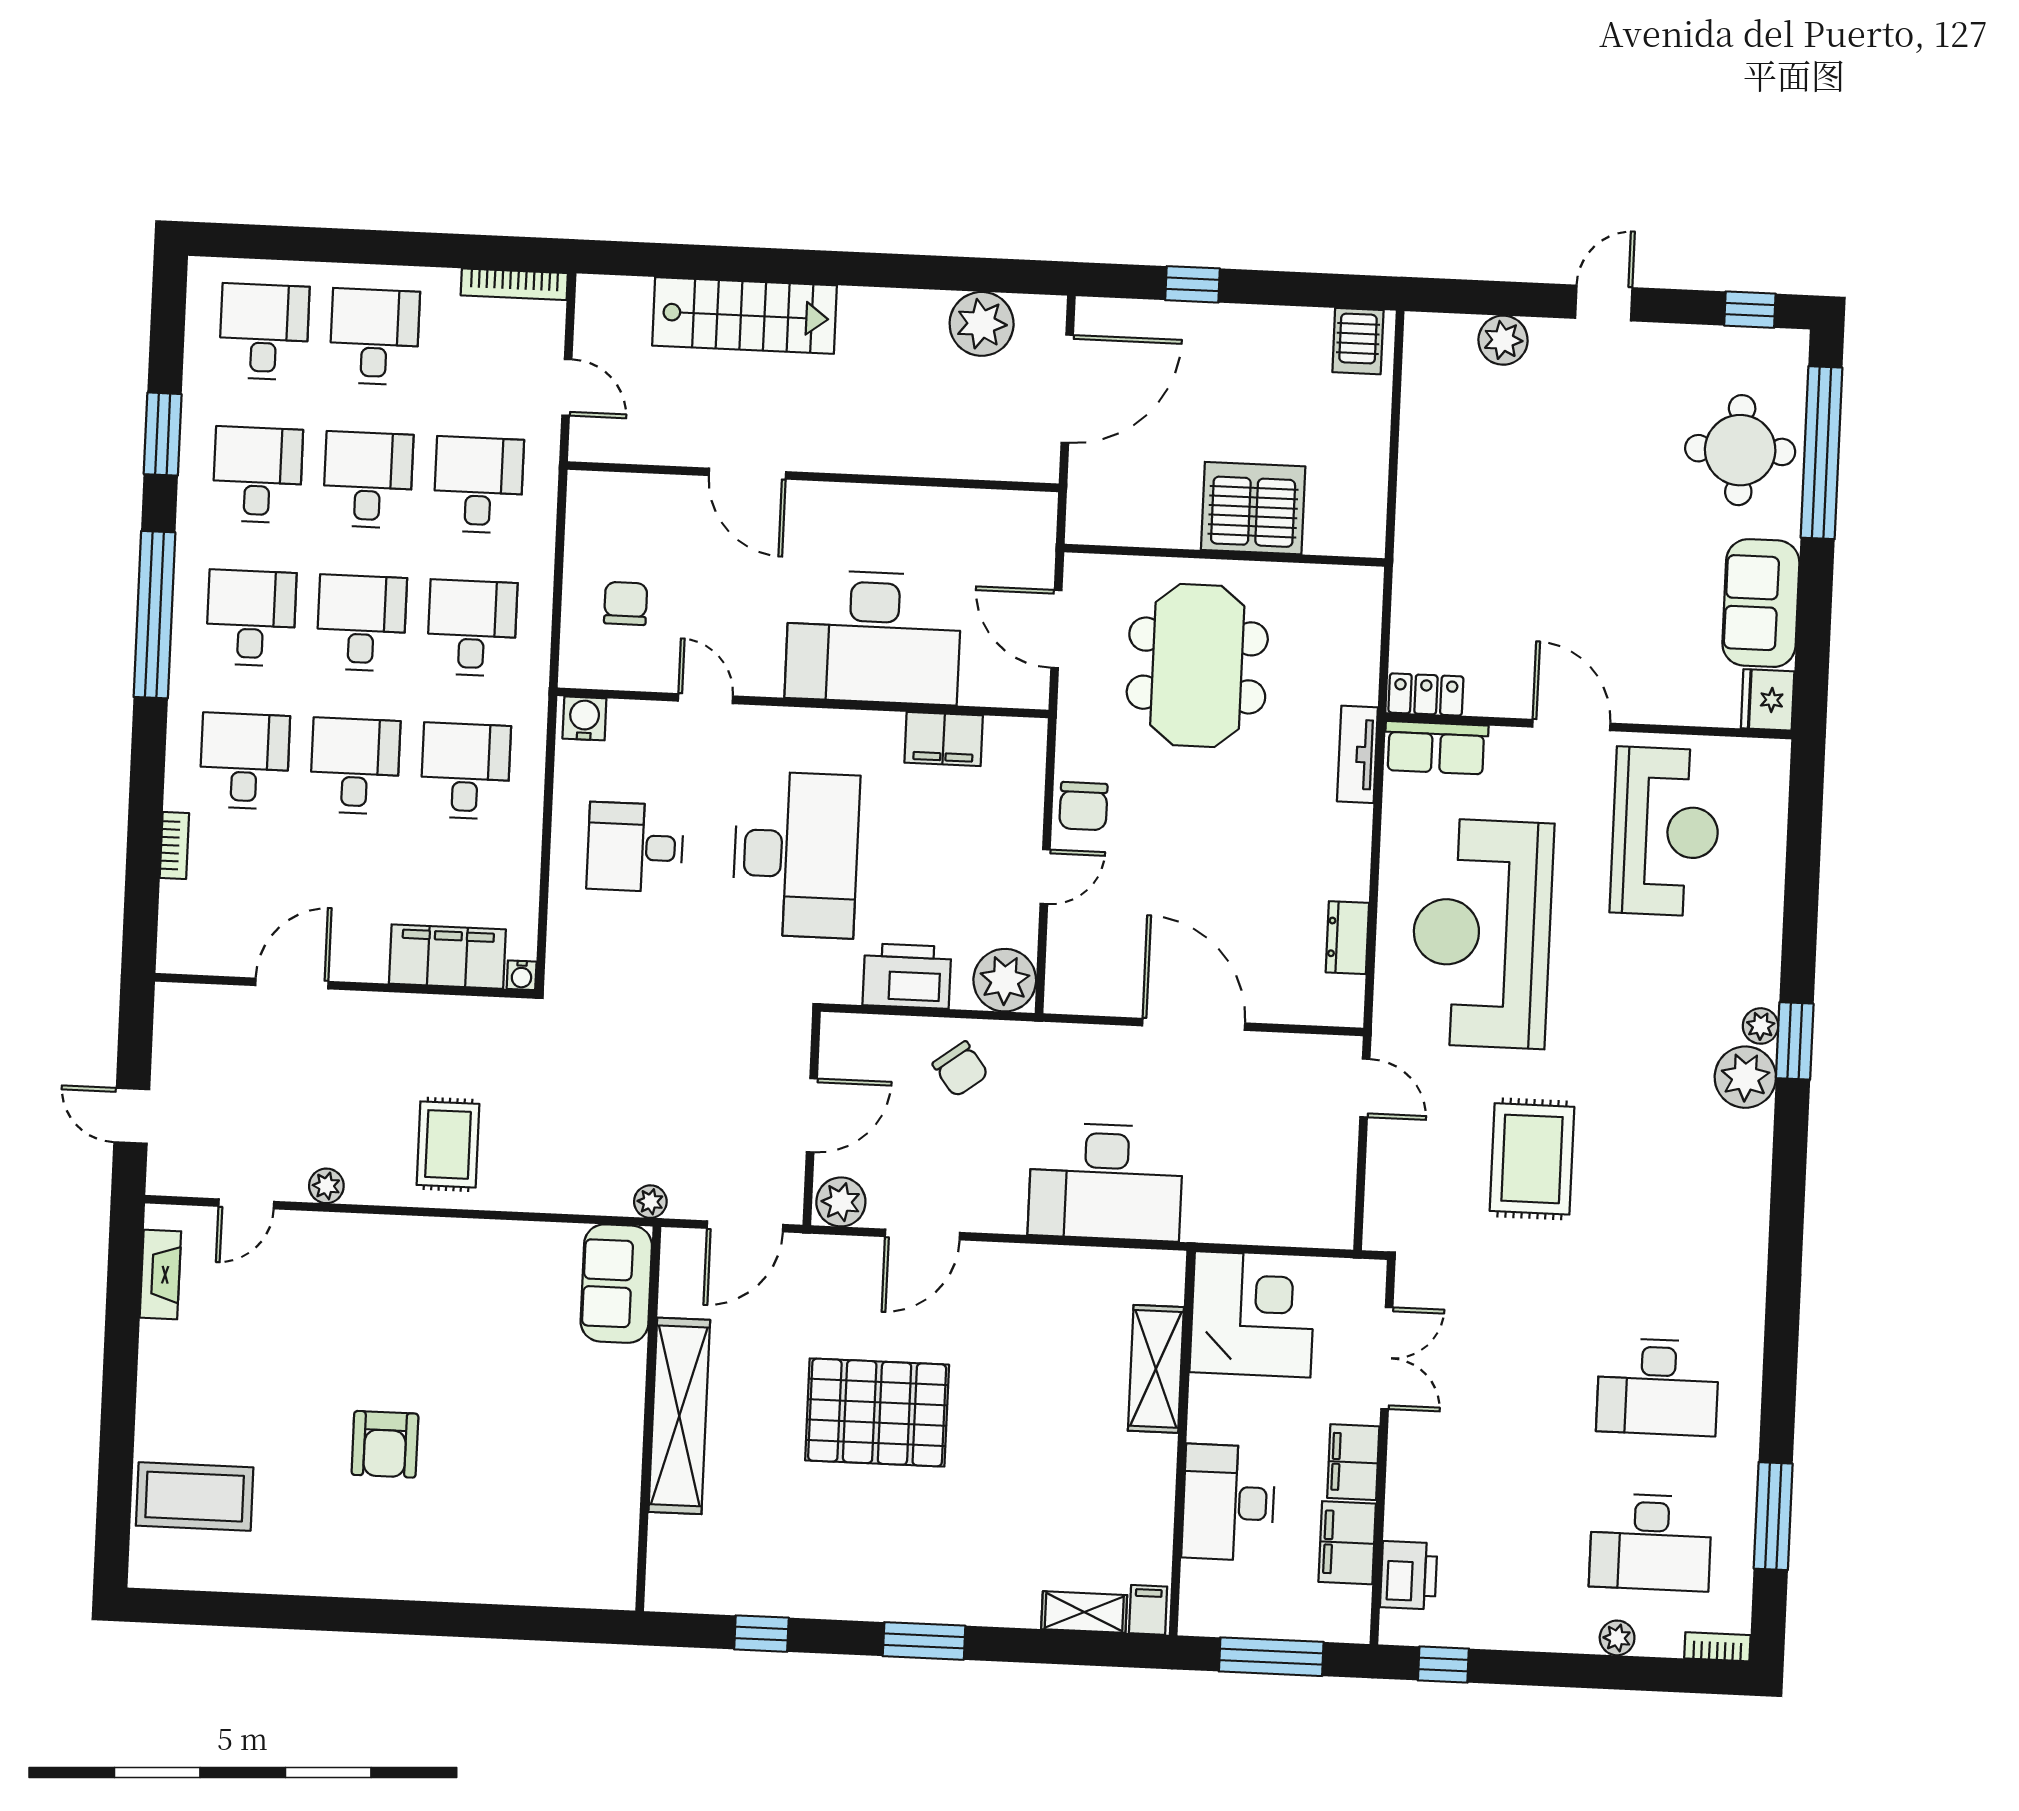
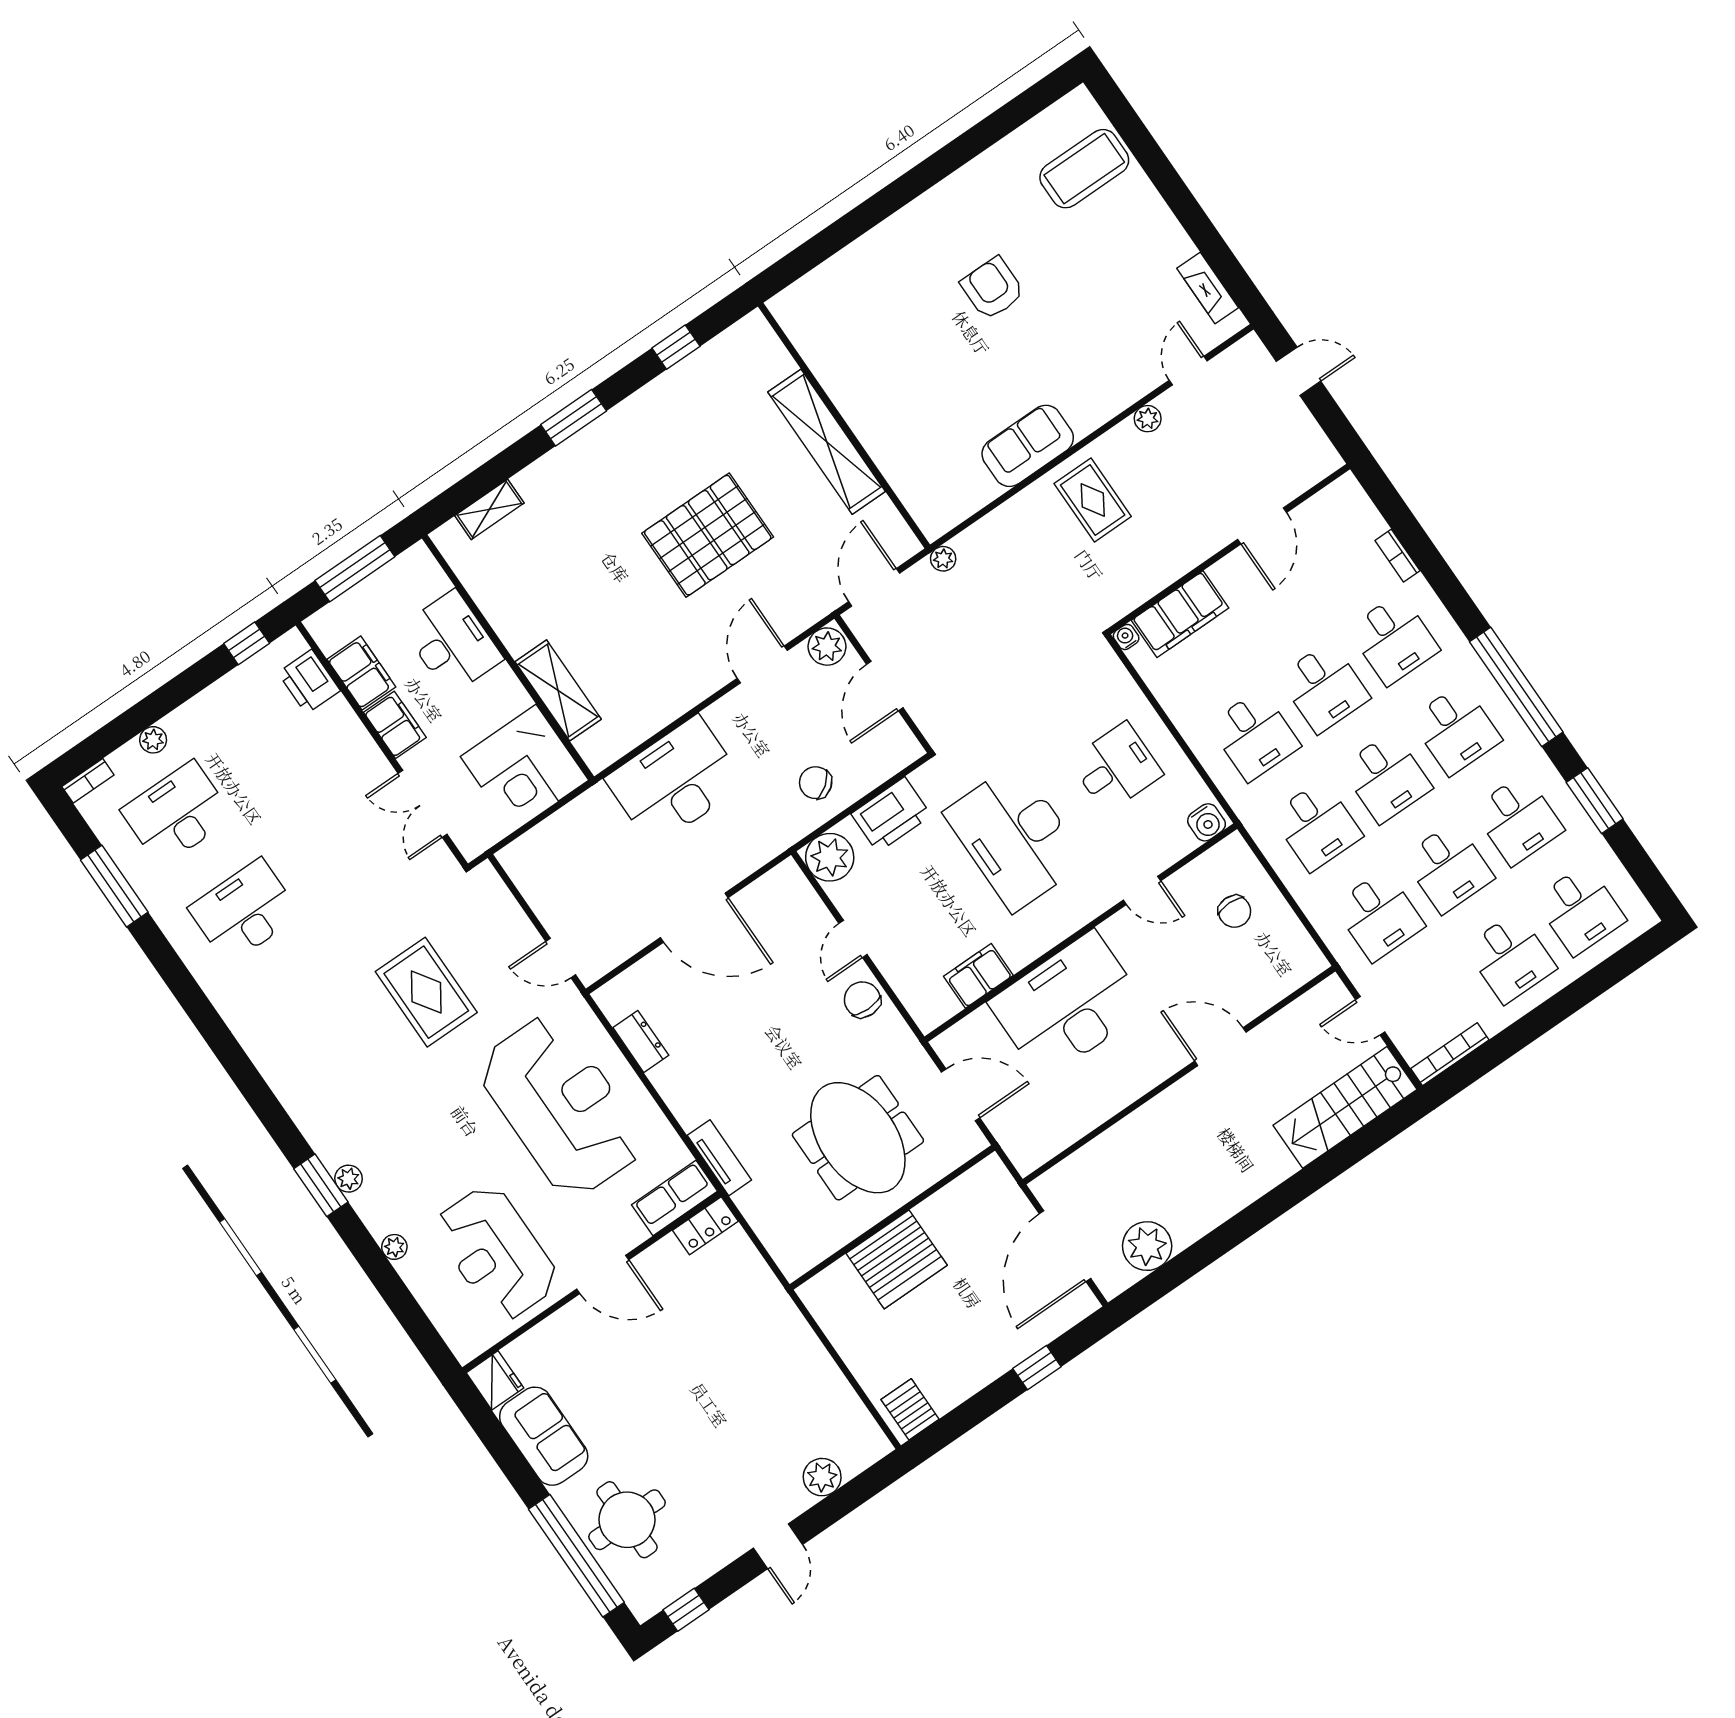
stairs: (745, 315) -> (1345, 1107), moved
plant: (1745, 1077) -> (394, 1247), moved, width x0.53, depth x0.53
sofa: (616, 1284) -> (1028, 446), moved, turned -90
filing cabinet: (1148, 1610) -> (452, 540), removed

